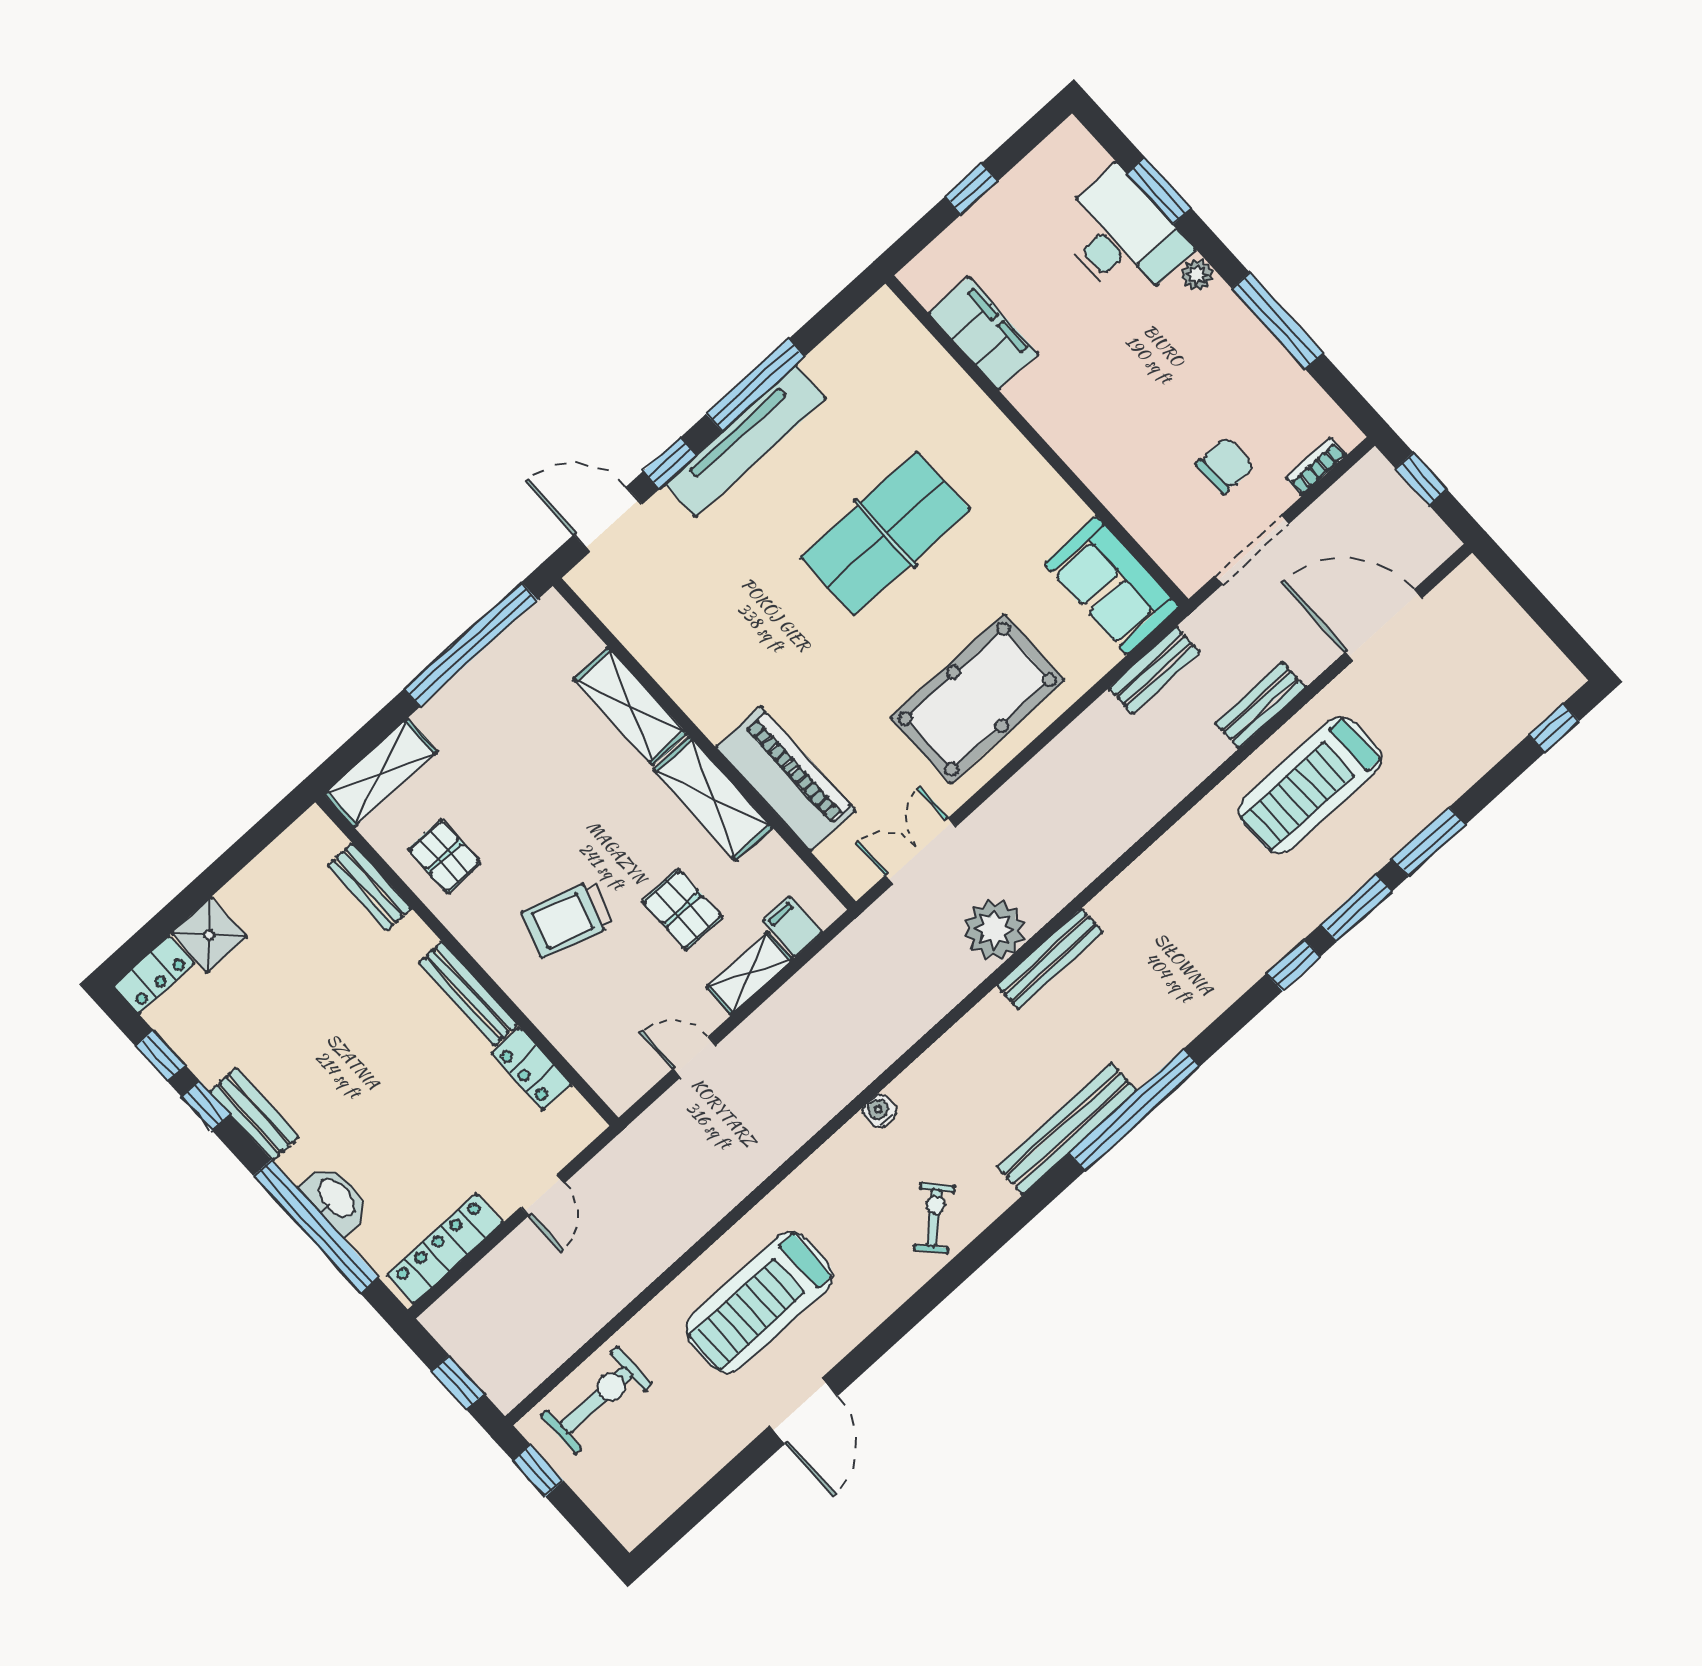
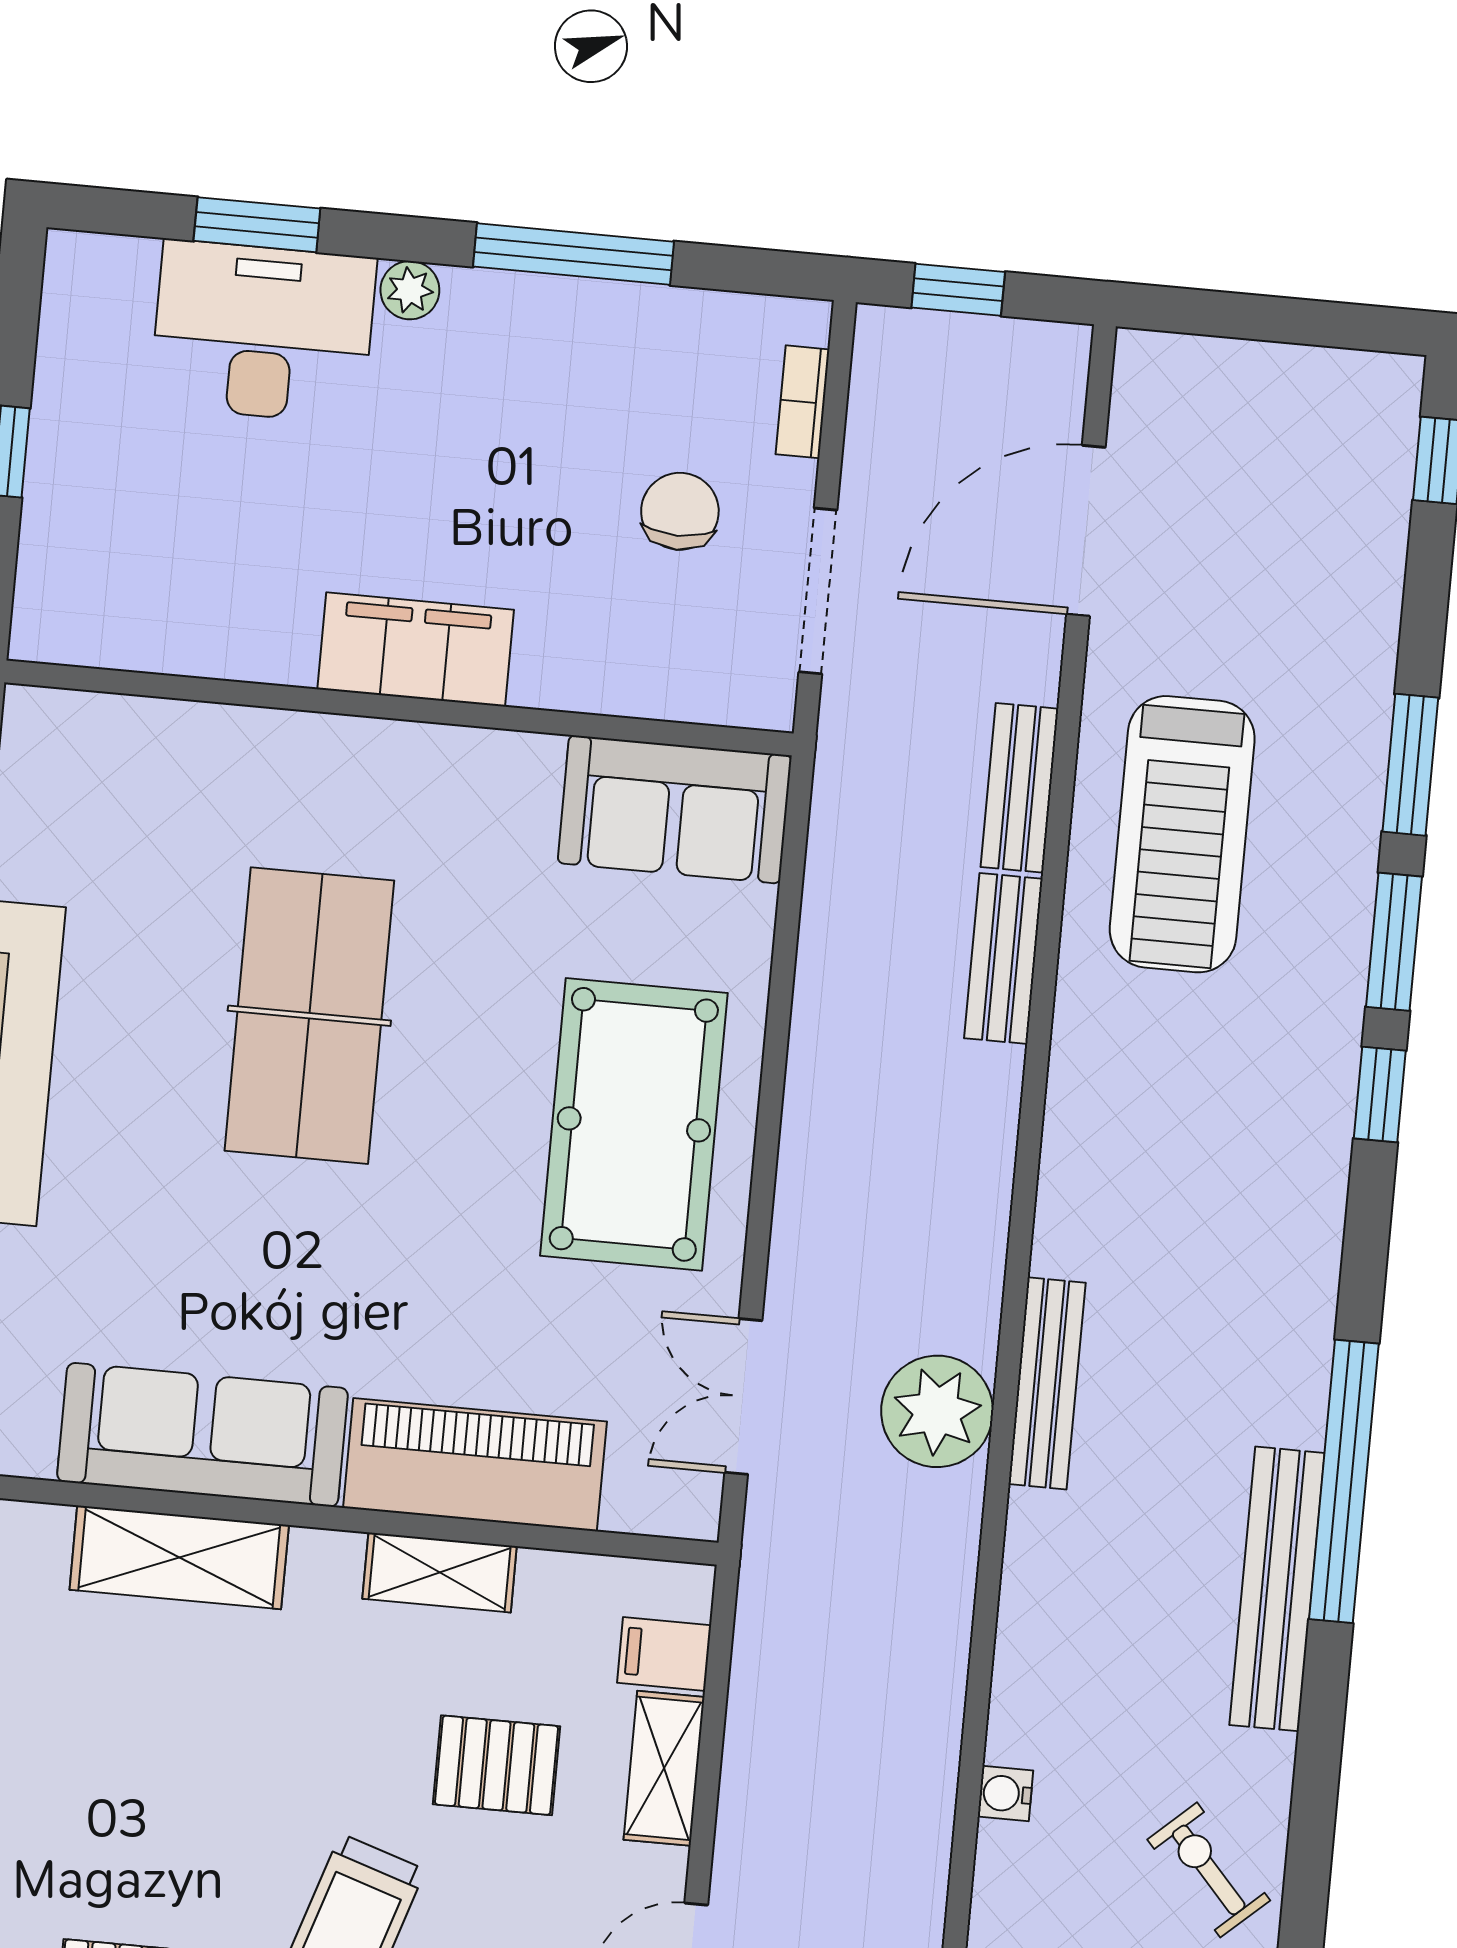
filing cabinet: (983, 333) -> (416, 649), moved
sofa: (685, 665) -> (203, 1435), added
bench: (1154, 670) -> (1003, 958), moved
shelving: (713, 798) -> (440, 1572), width x0.67, depth x0.75

